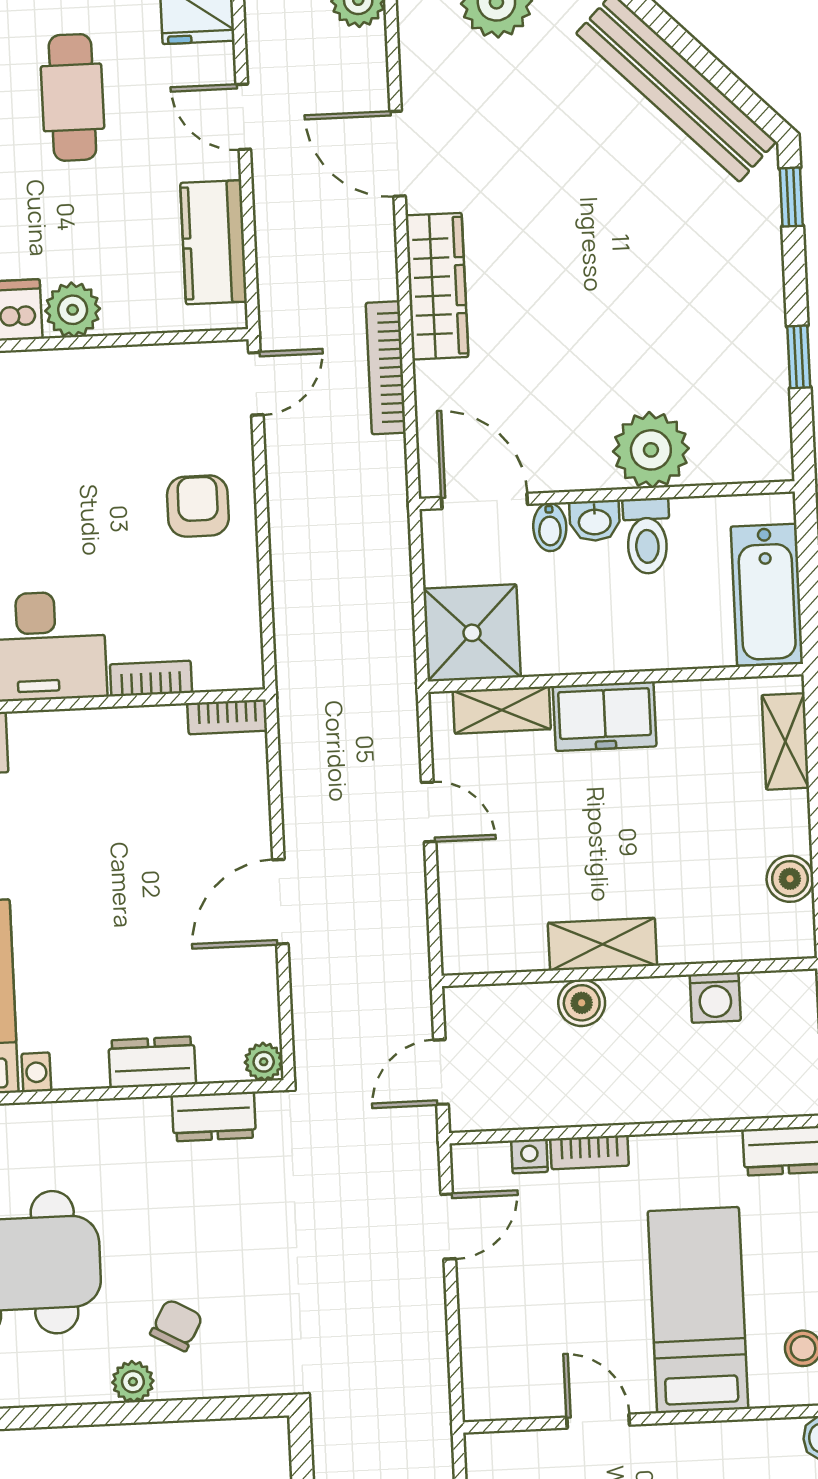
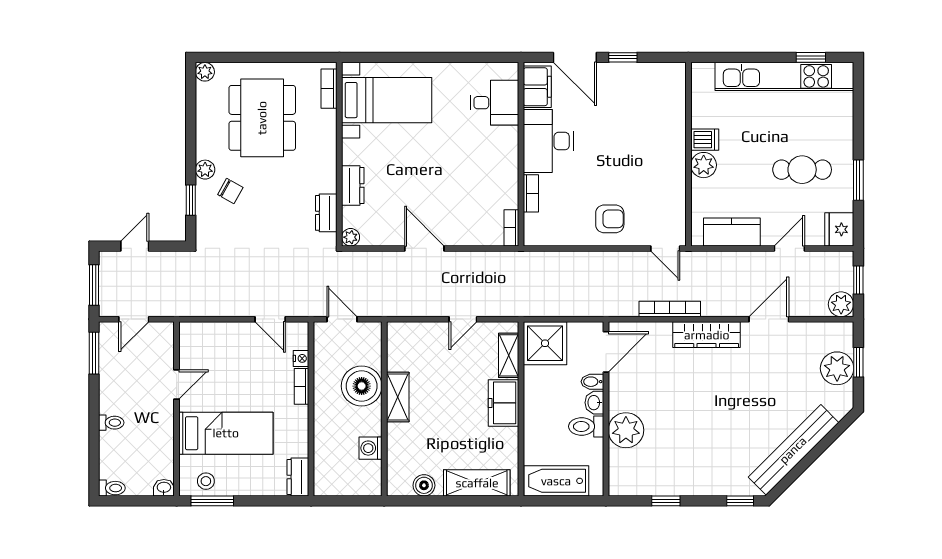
shelving: (785, 741) -> (477, 483), width x1.50, depth x1.33
boiler: (582, 1003) -> (362, 386), width x1.86, depth x1.86
window: (200, 1409) -> (191, 200), added

